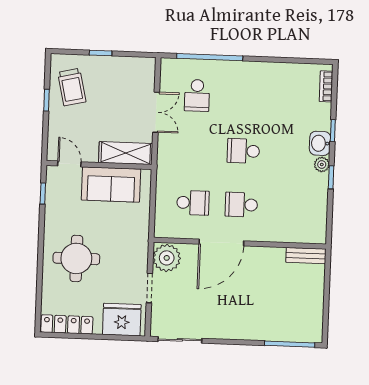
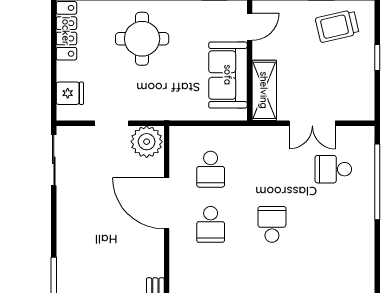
school desk: (241, 205) -> (211, 224), turned 180
fridge: (122, 320) -> (70, 93), width x0.53, depth x0.75

